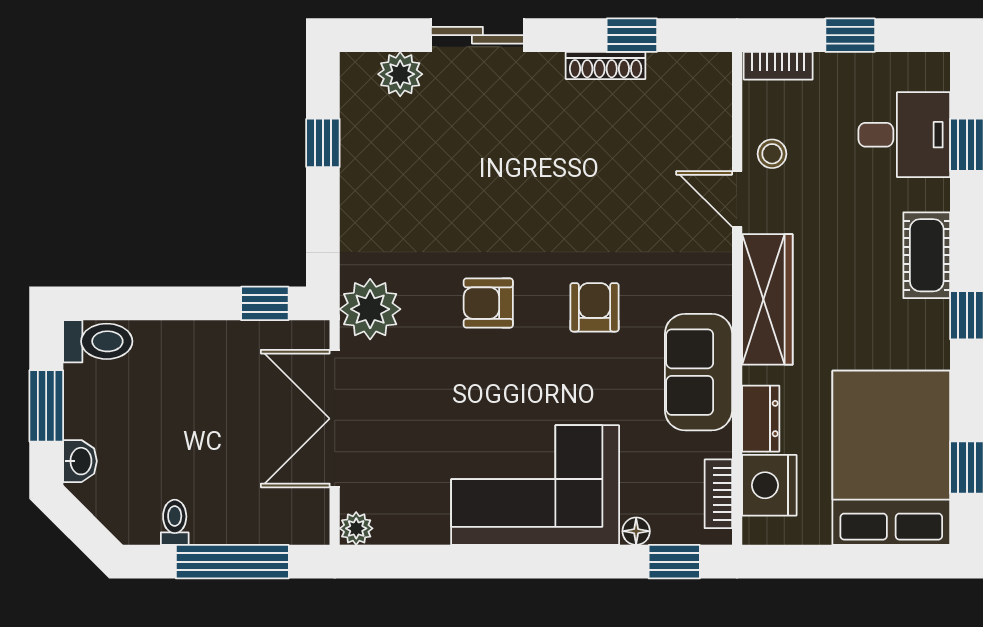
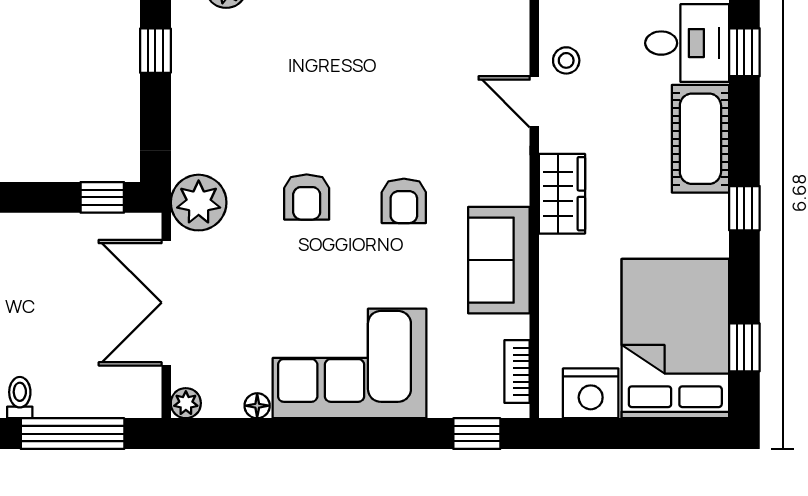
cot: (927, 255) -> (700, 139), width x1.37, depth x1.34
wardrobe: (767, 299) -> (562, 194), width x0.67
armchair: (488, 303) -> (307, 197), turned -90
armchair: (595, 307) -> (404, 201), turned 180
dresser: (761, 419) -> (556, 303), removed
nightstand: (769, 485) -> (591, 393), moved, turned -90
floor lamp: (636, 531) -> (257, 406), moved

